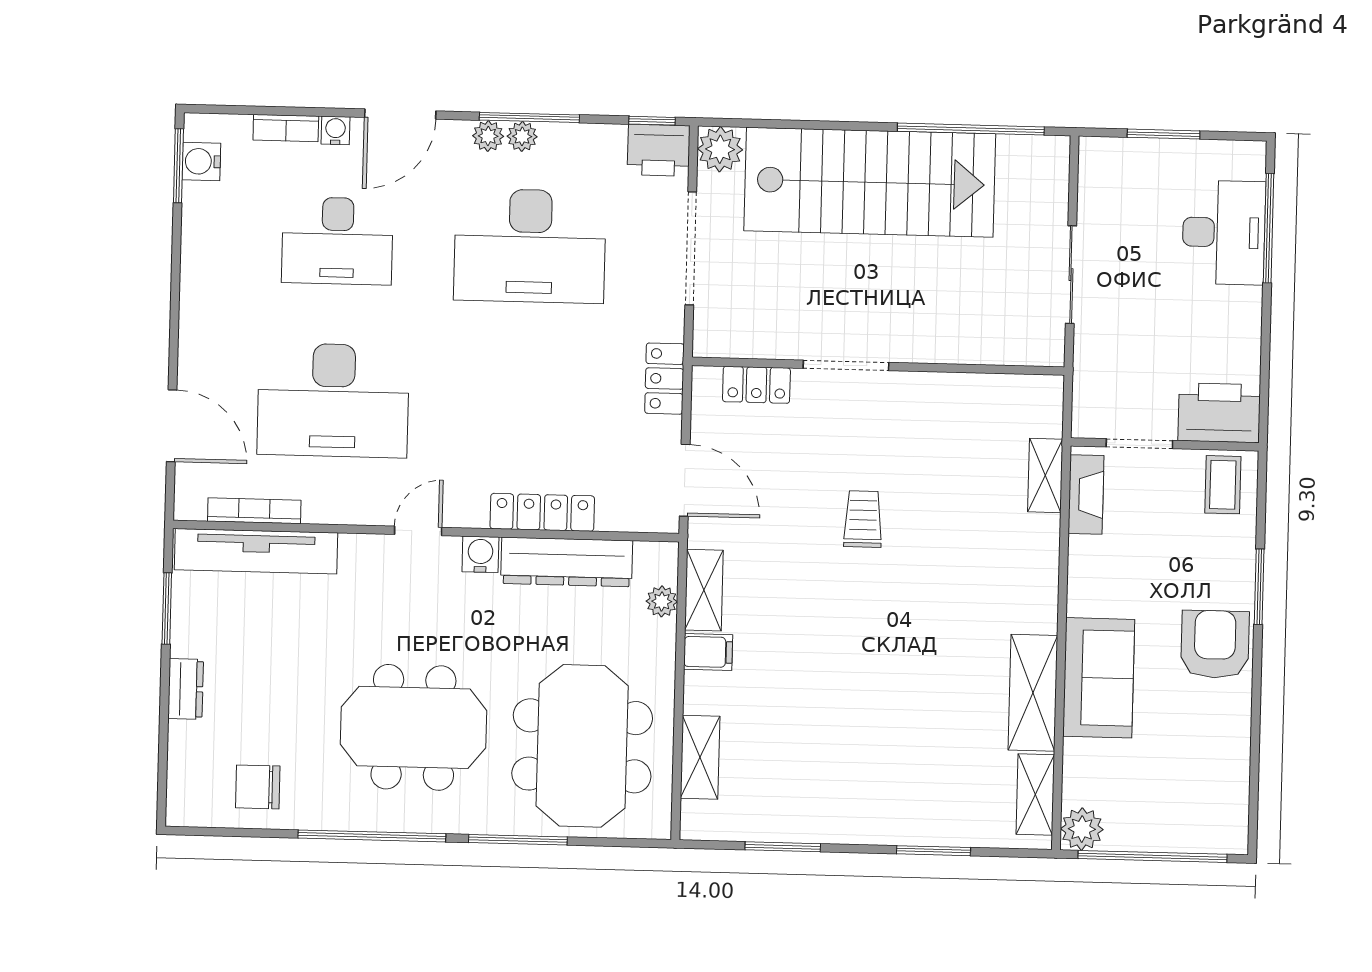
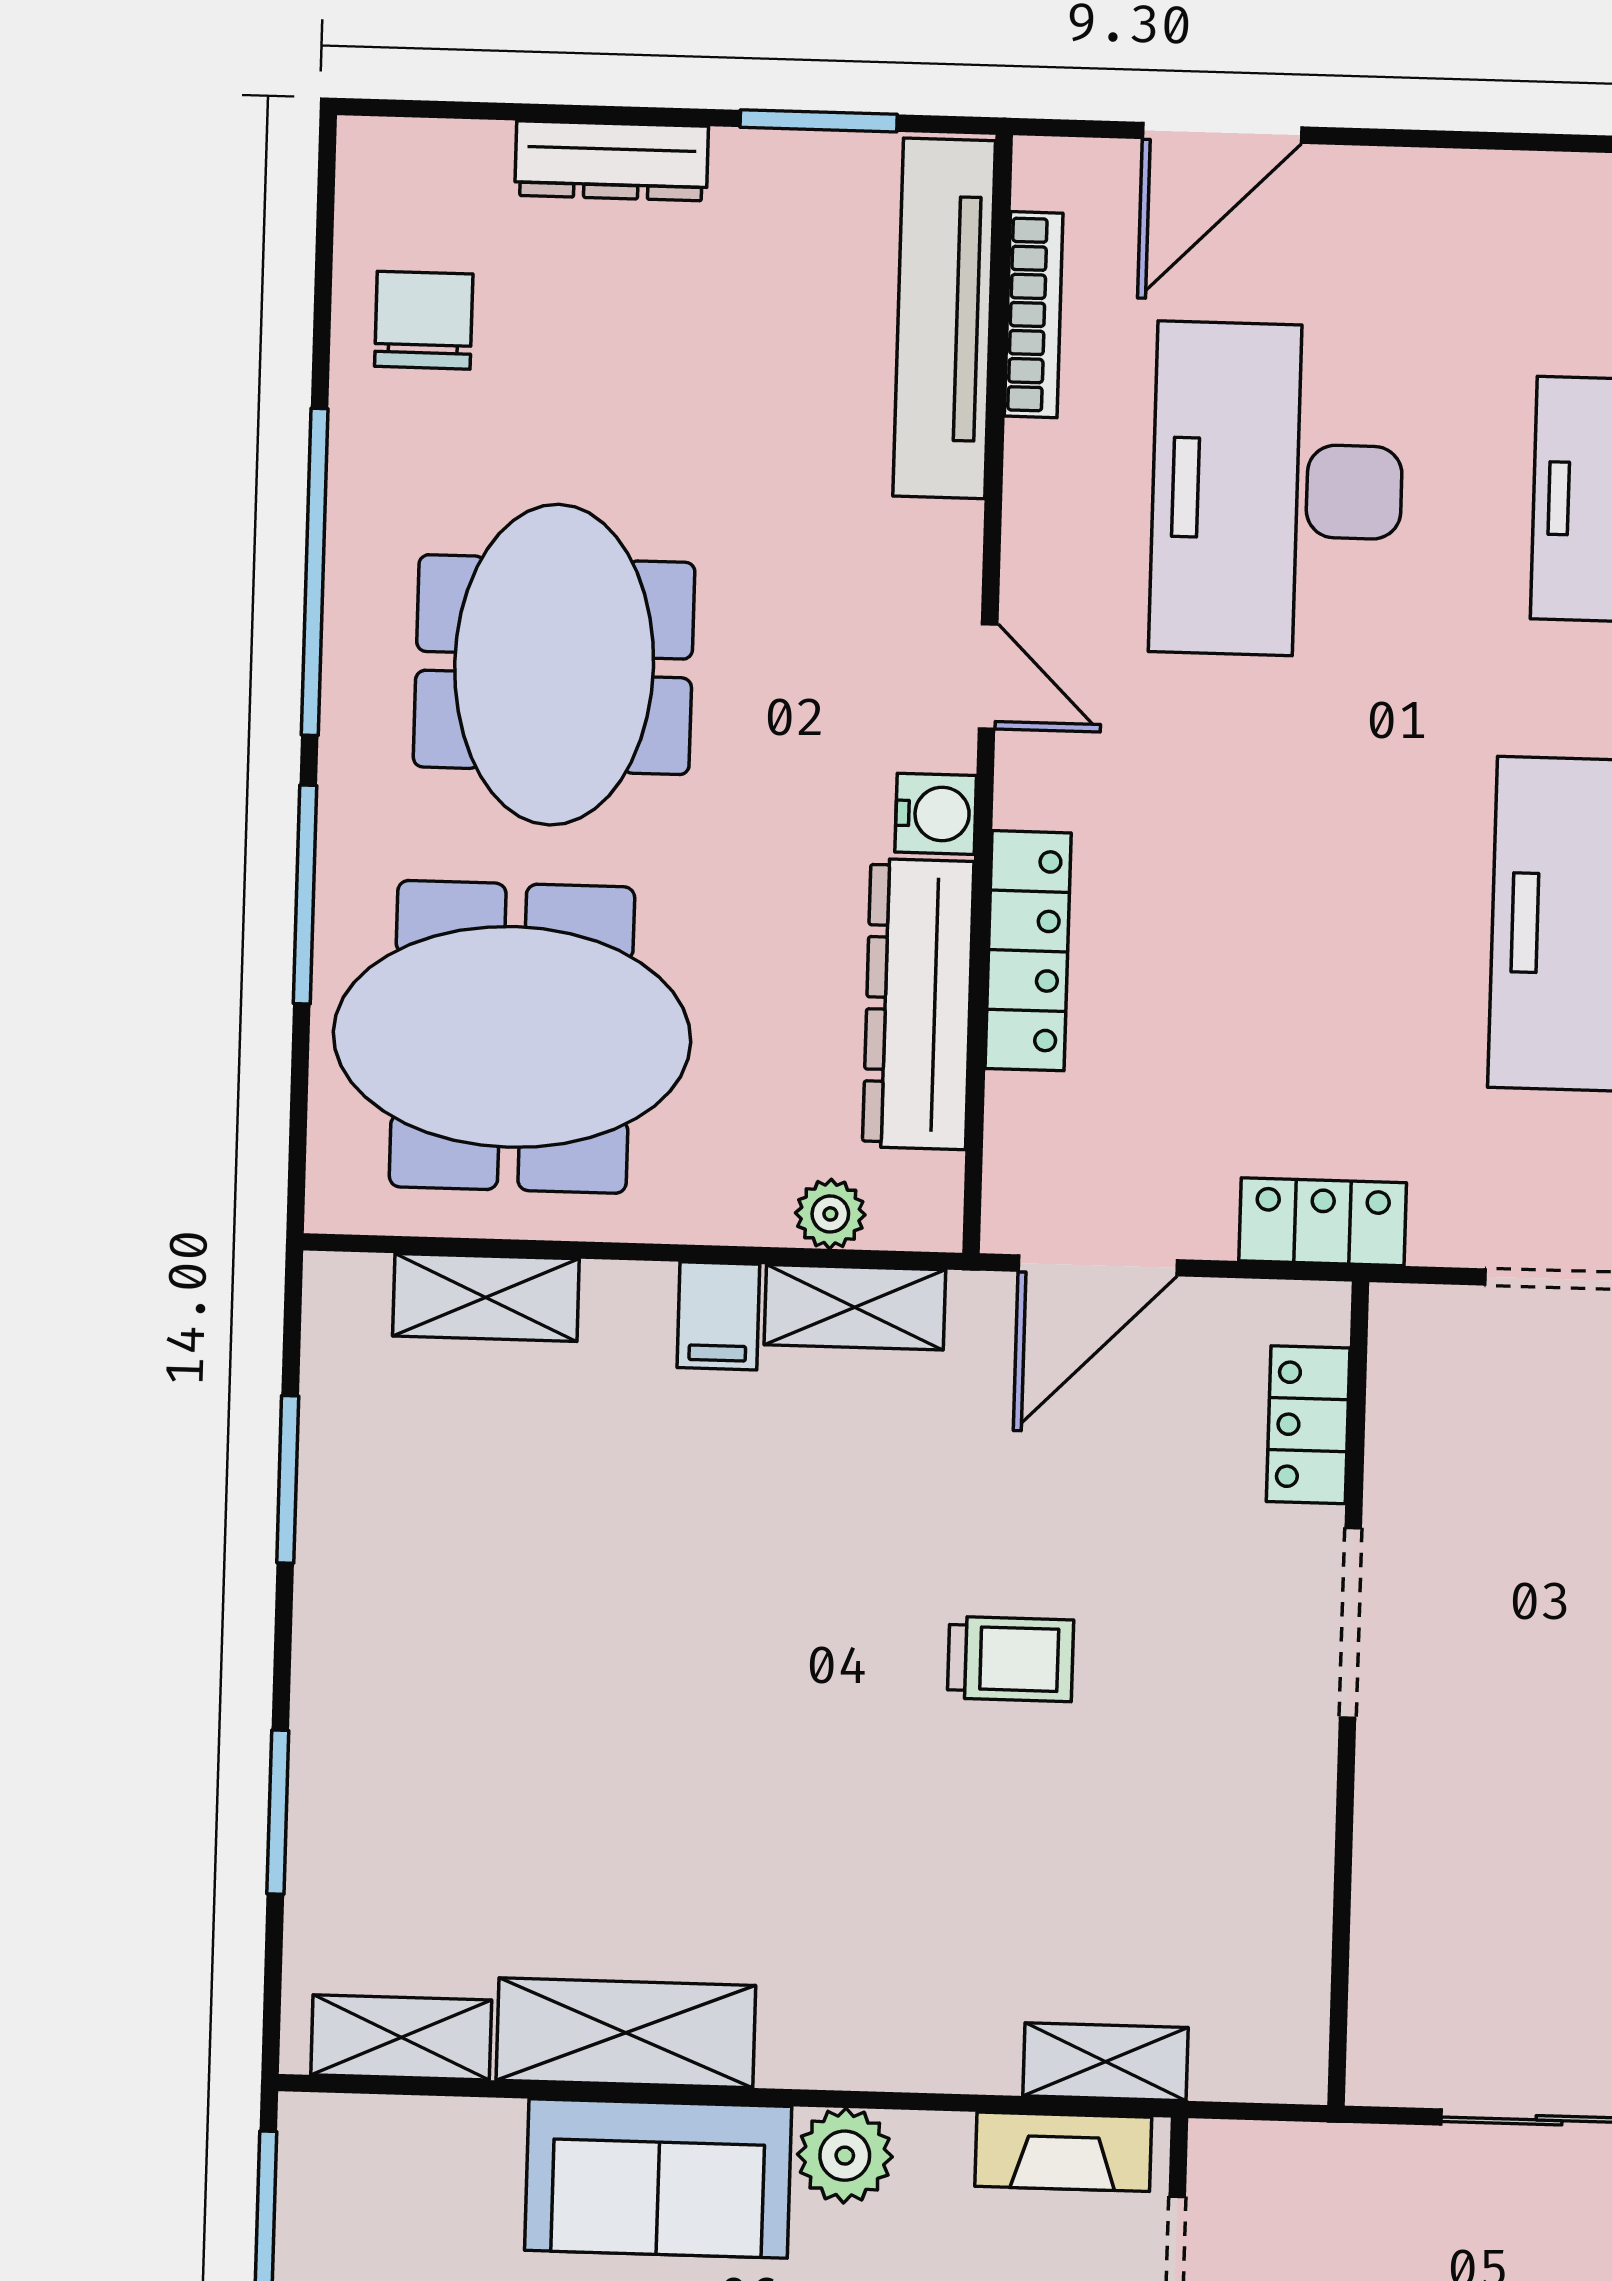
dresser: (186, 689) -> (612, 161), width x1.44
plant: (1082, 829) -> (845, 2156), moved

